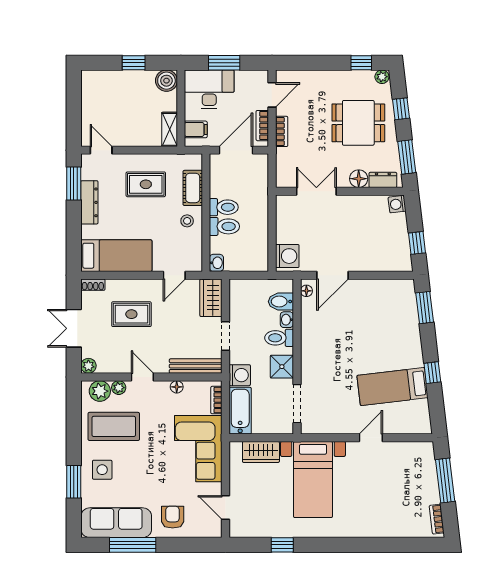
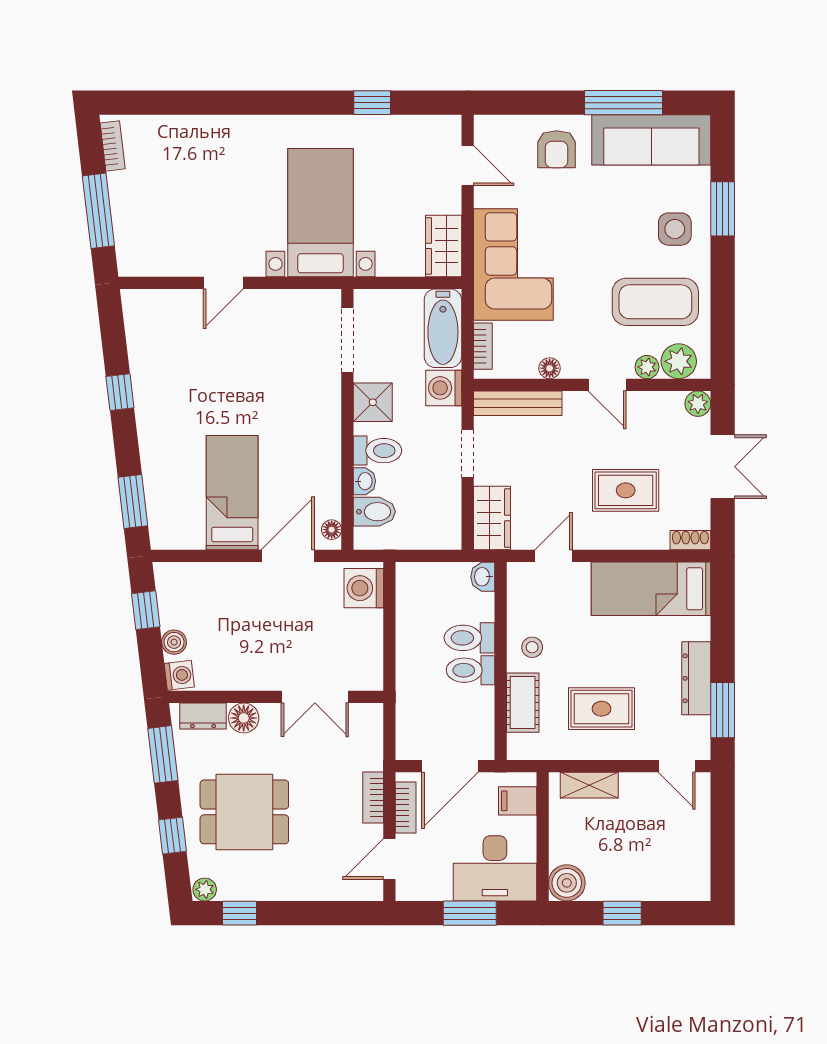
shelving: (170, 129) -> (589, 785), moved, turned 90
boiler: (400, 224) -> (174, 642), added
bed: (392, 387) -> (232, 493), moved, turned -83
wardrobe: (261, 452) -> (444, 246), moved, turned -90

